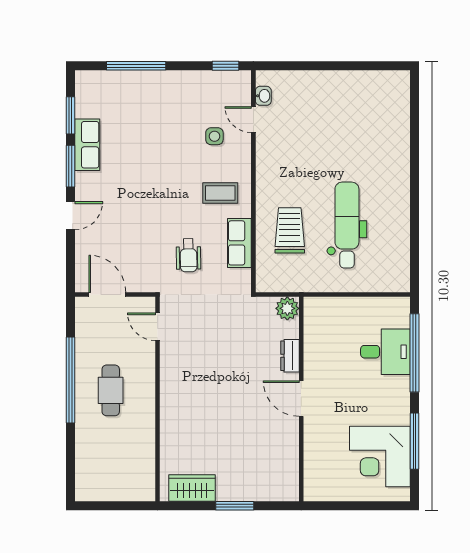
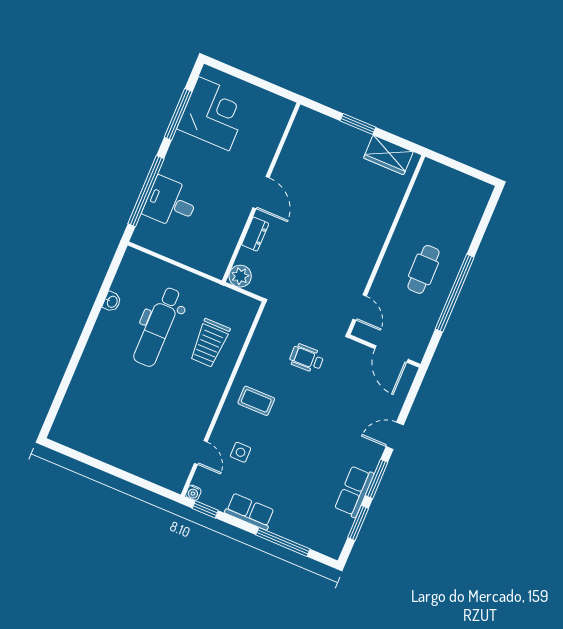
water cooler: (244, 77) -> (193, 493), added
washbasin: (263, 96) -> (112, 302), moved, turned 180
row of seats: (239, 243) -> (250, 512), moved, turned -90
wheelchair: (188, 255) -> (307, 358), turned -91

